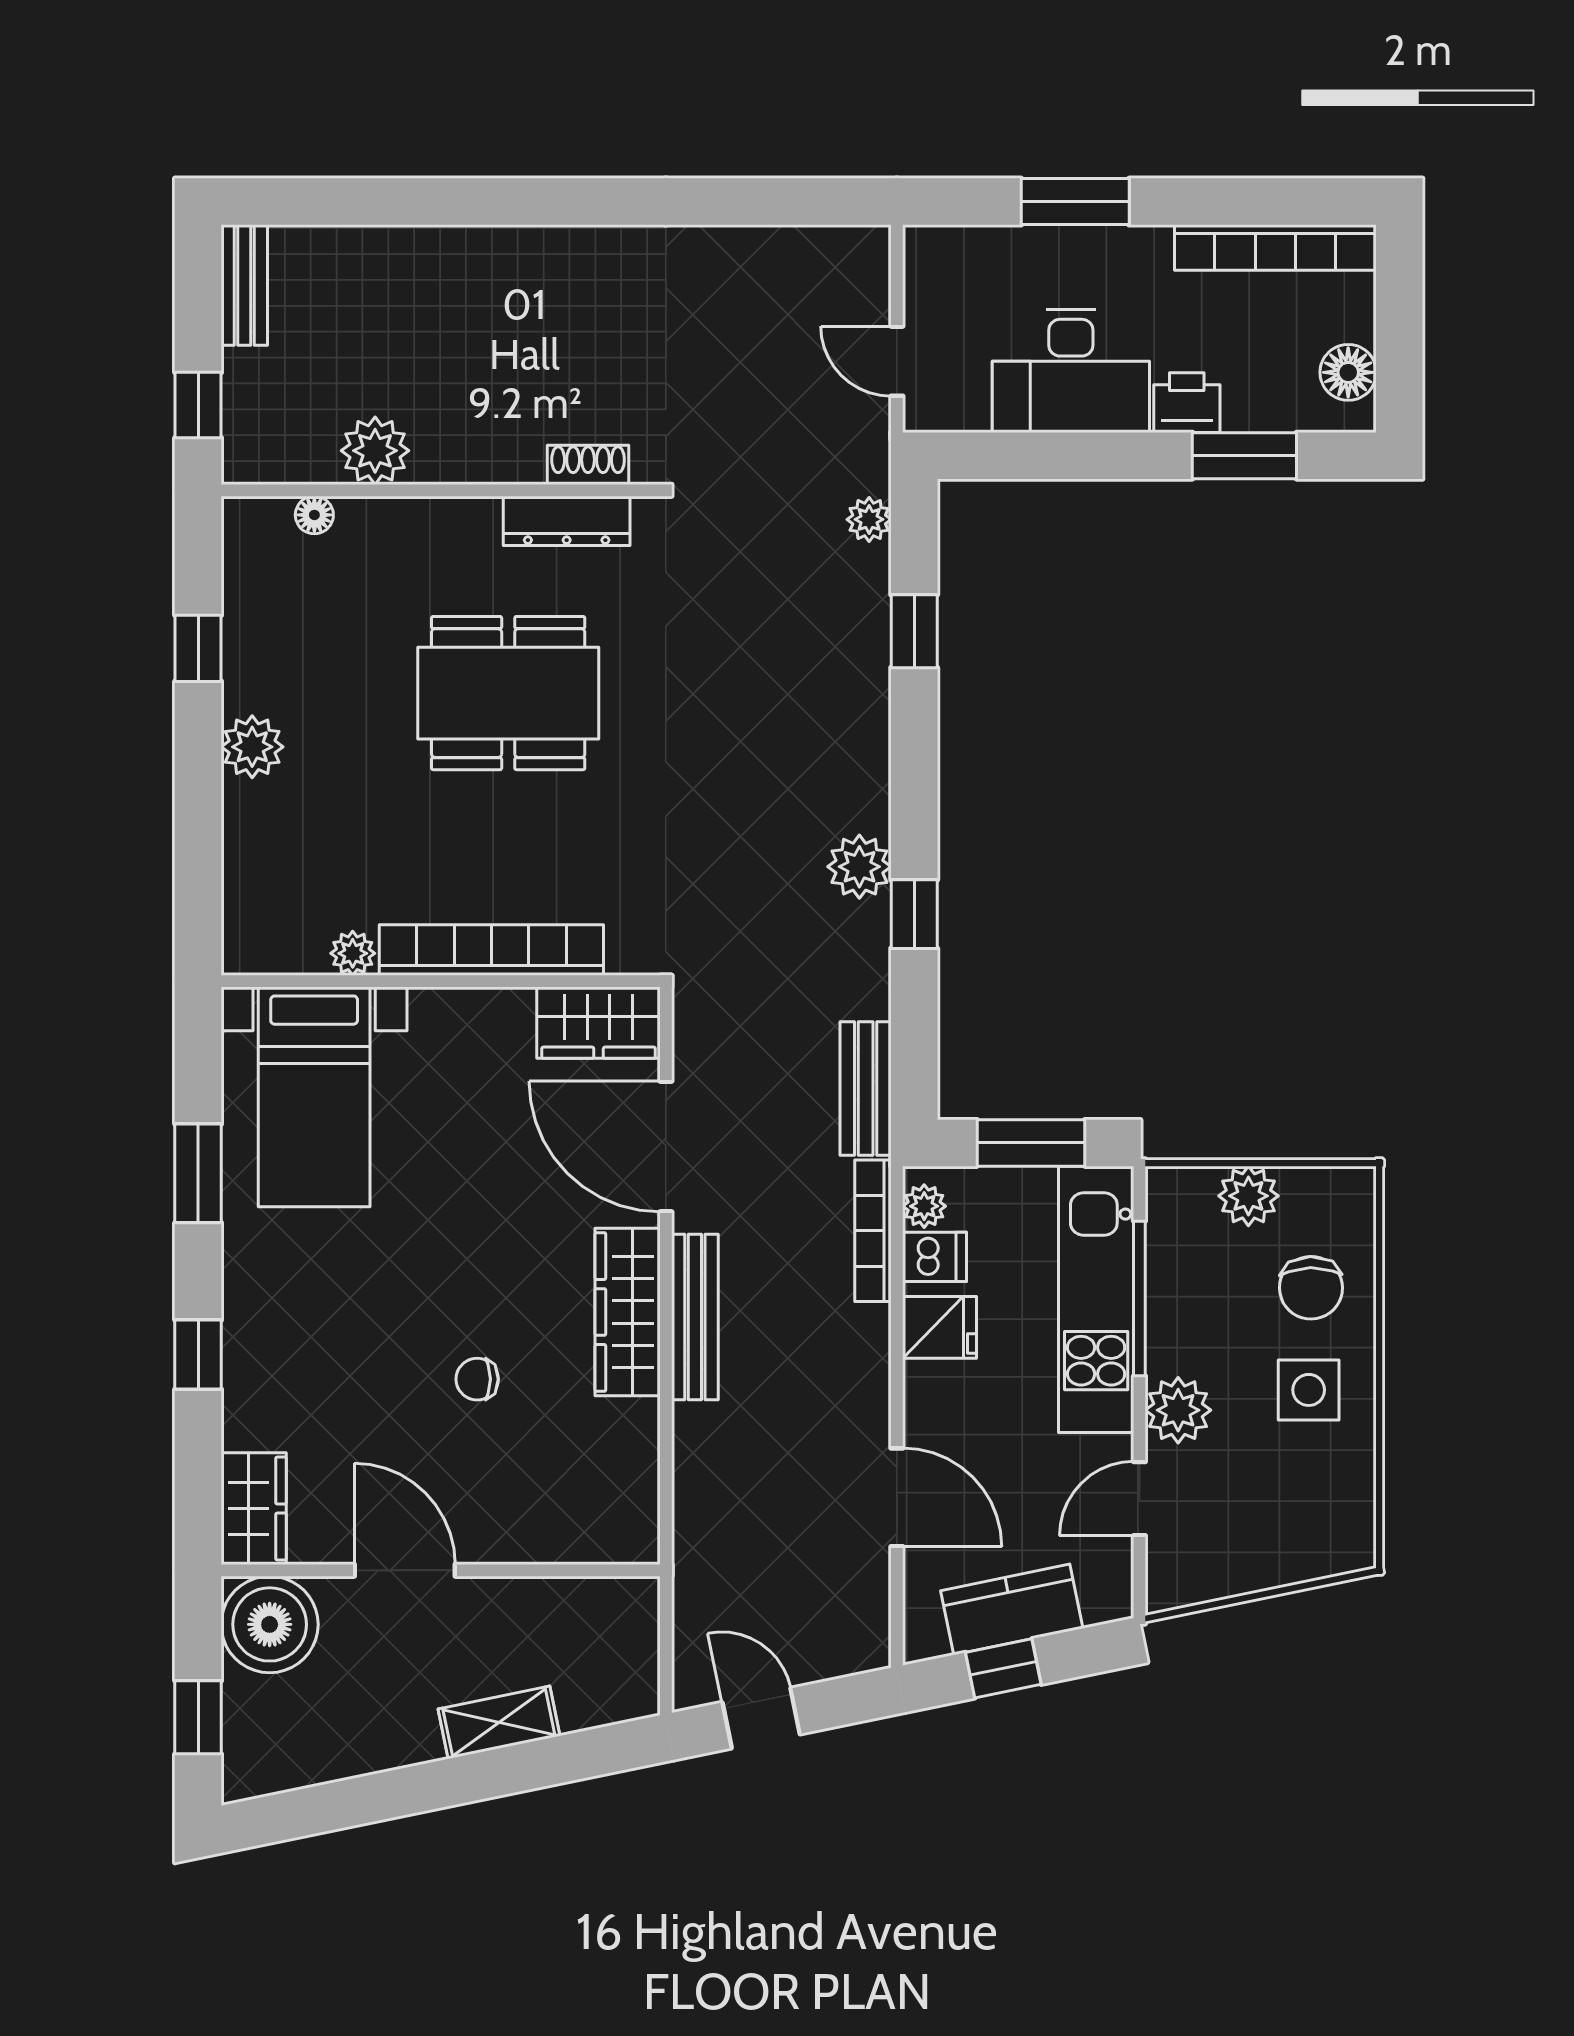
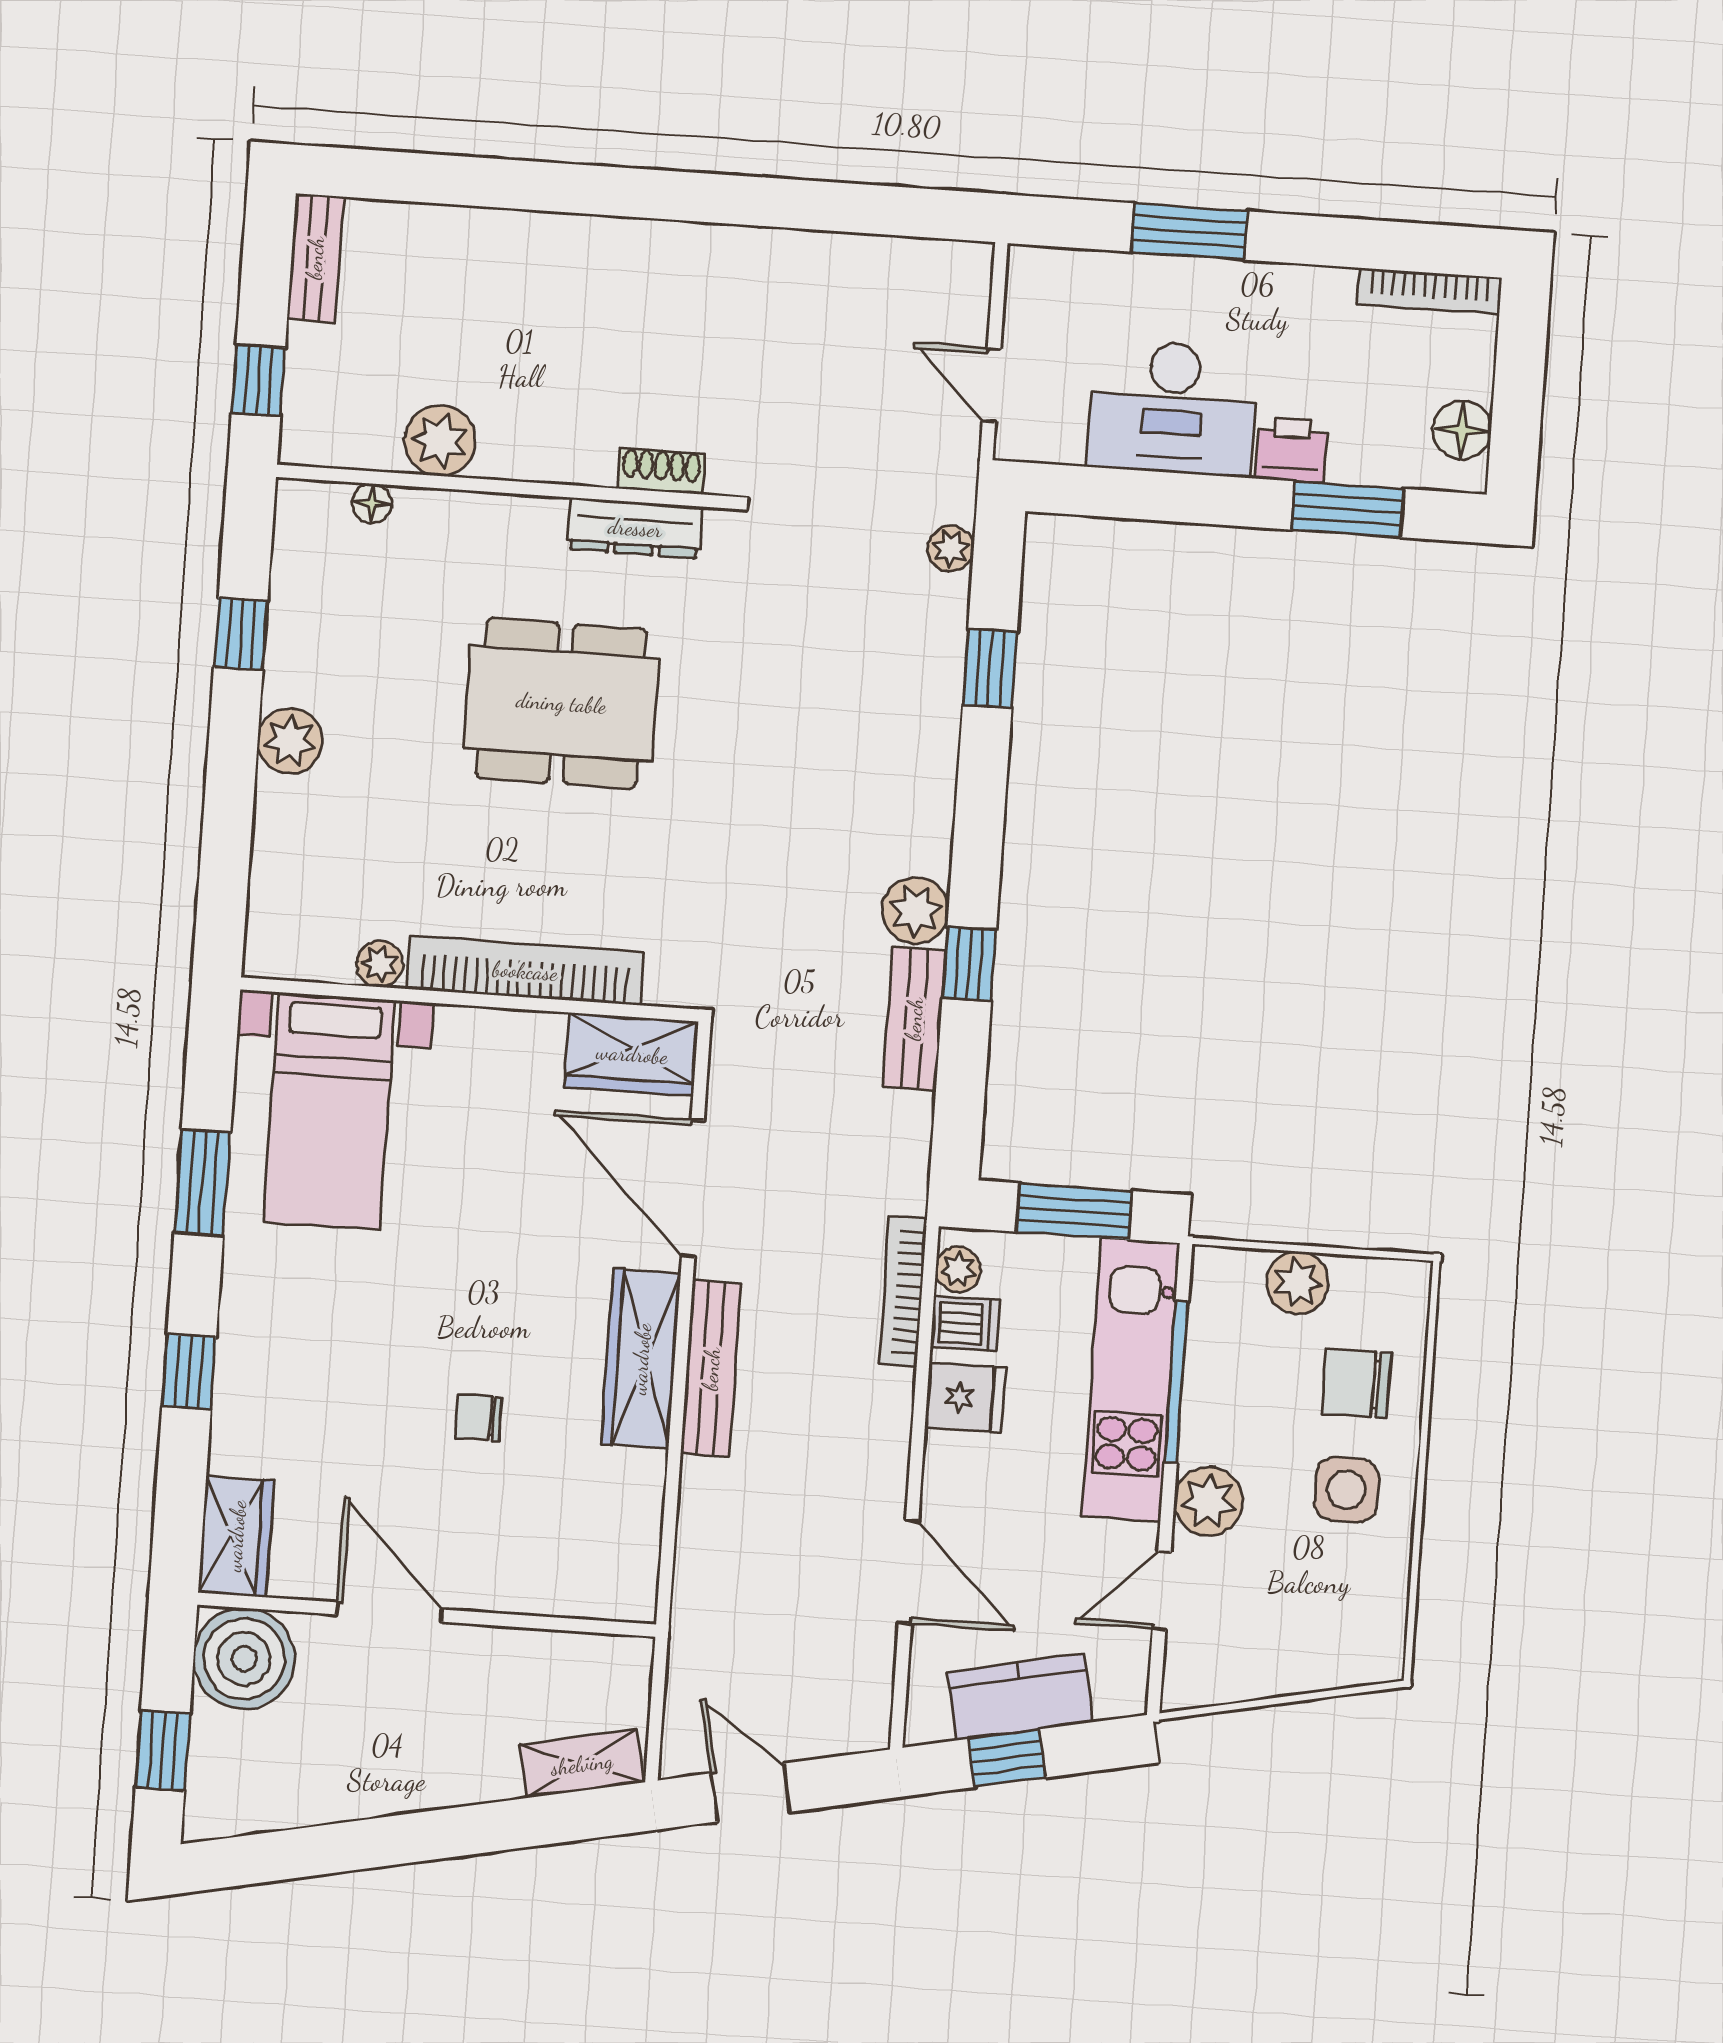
bookcase: (1275, 248) -> (1430, 291), width x0.68, depth x0.76
bench: (866, 1088) -> (914, 1019), moved
chair: (1311, 1288) -> (1356, 1383), turned 91
shelving: (499, 1722) -> (582, 1764), moved

